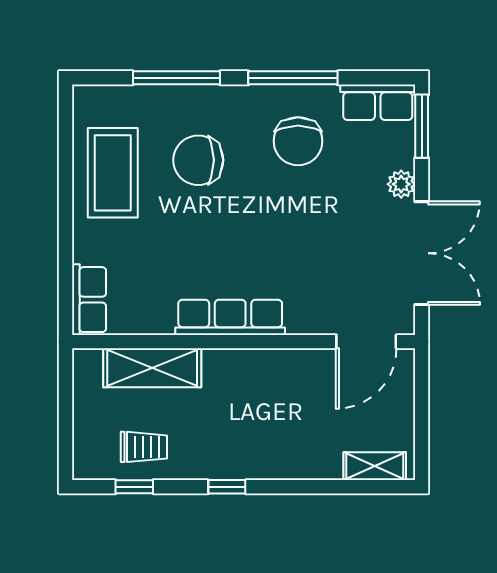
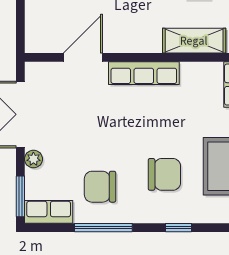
window: (176, 78) -> (178, 228), width x0.46
chair: (298, 141) -> (100, 187), turned -90
door: (366, 342) -> (83, 57), moved

